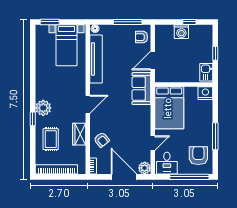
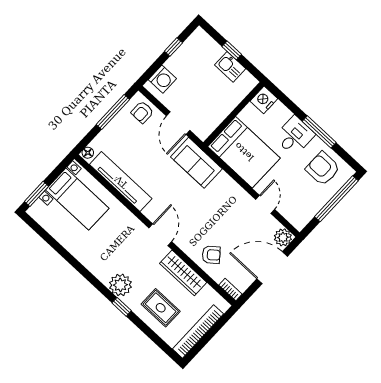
washing machine: (181, 32) -> (162, 79), moved
kitchen sink: (206, 72) -> (230, 67), moved
wardrobe: (79, 134) -> (183, 273), width x1.50
desk: (167, 163) -> (295, 136), moved, turned -90

